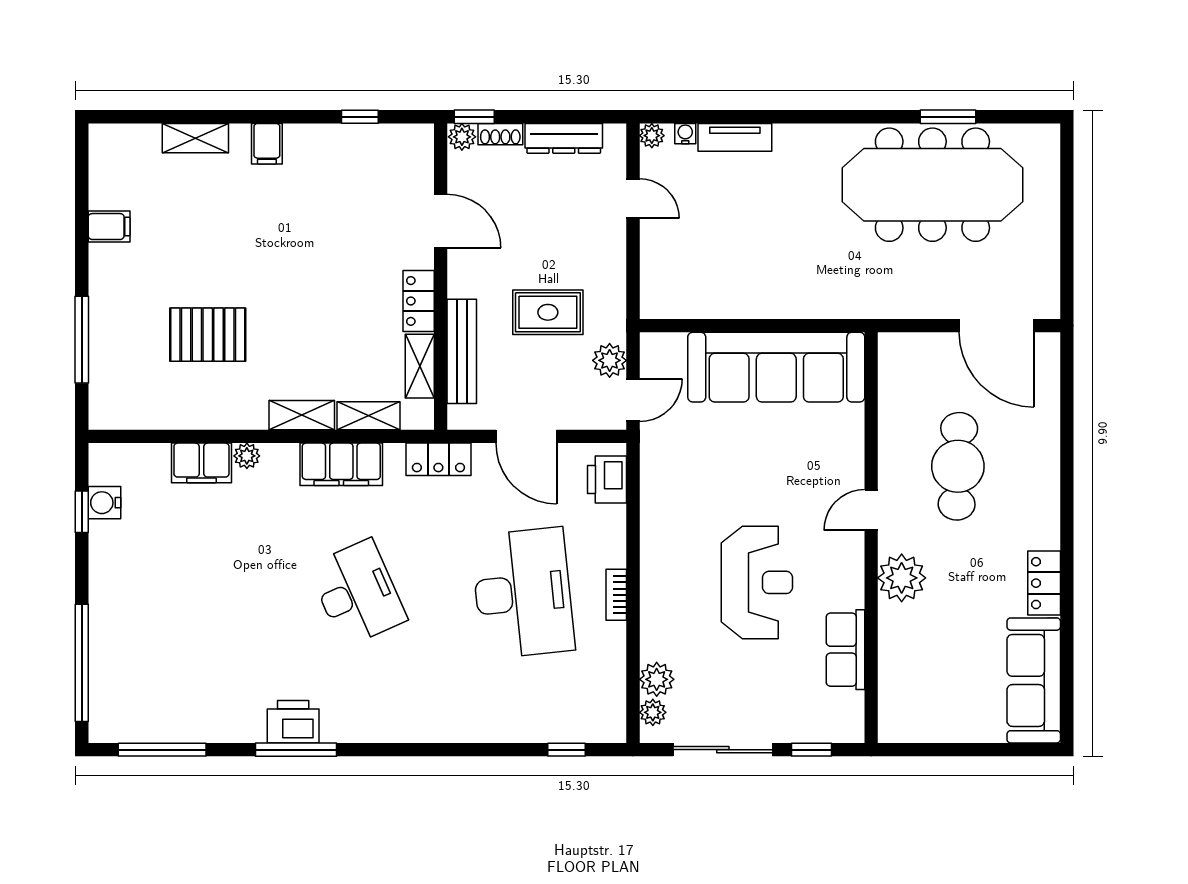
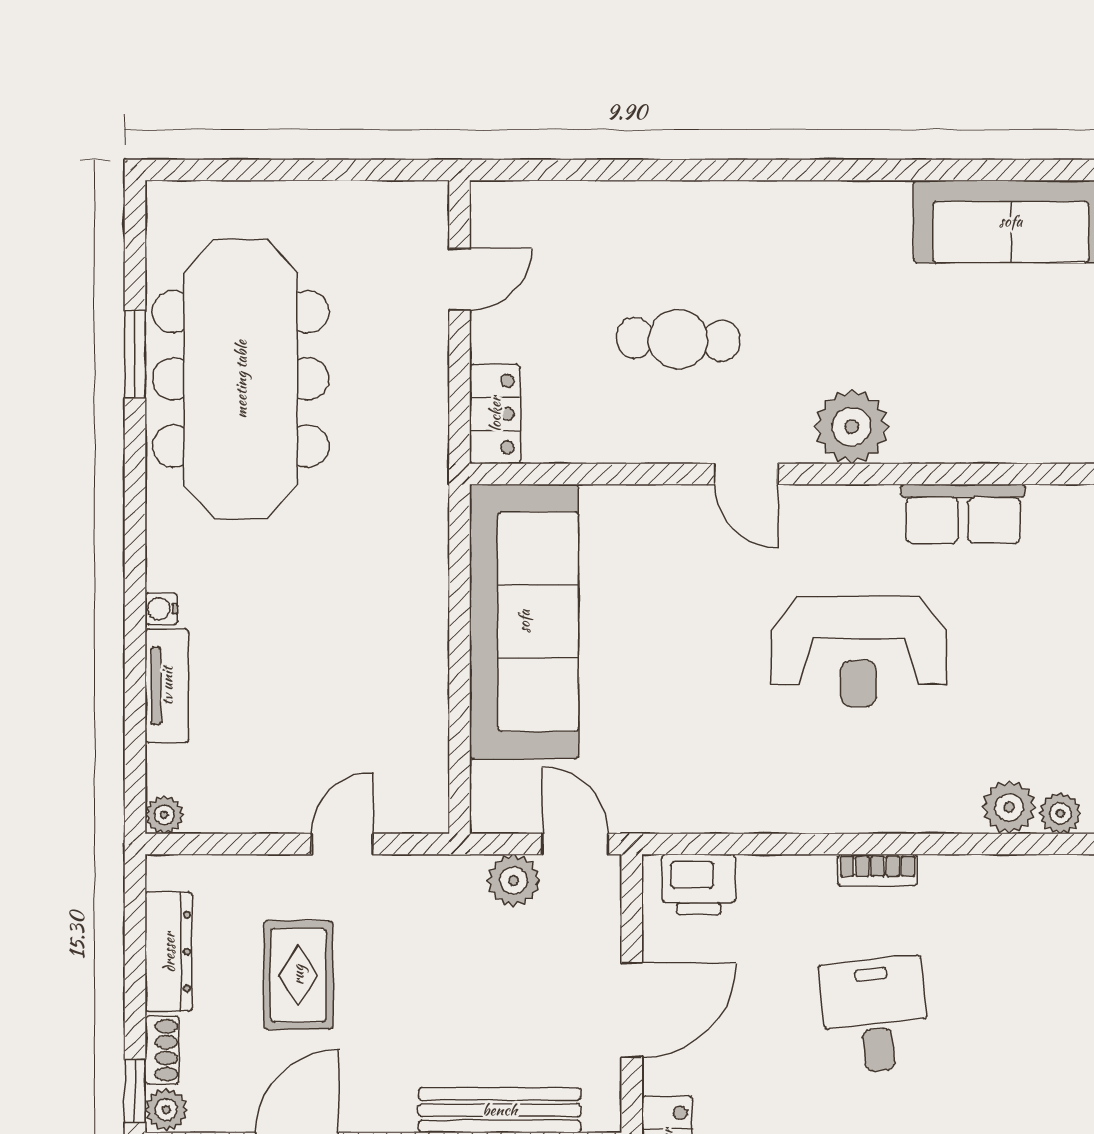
water cooler: (685, 134) -> (161, 609), moved
door: (633, 198) -> (342, 844), moved
rug: (548, 312) -> (298, 975), moved
door: (996, 326) -> (459, 279), width x0.53
cafe table: (958, 466) -> (678, 339), width x0.73, depth x0.74
reception desk: (757, 582) -> (859, 651), turned 180
locker: (1044, 583) -> (495, 414), moved, turned -90
desk: (523, 593) -> (875, 1015), width x0.53, depth x0.77

